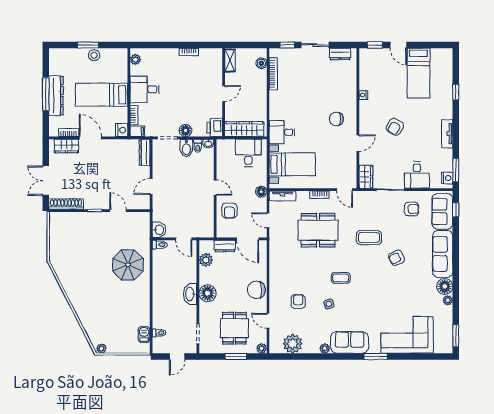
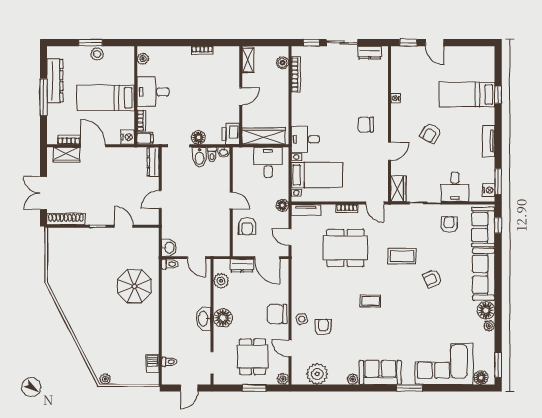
bed: (418, 73) -> (467, 95), moved, turned 90
dresser: (56, 96) -> (55, 81), moved
armchair: (412, 209) -> (449, 224), turned -90
side table: (329, 304) -> (302, 319), moved
floor lamp: (440, 347) -> (481, 378), added

